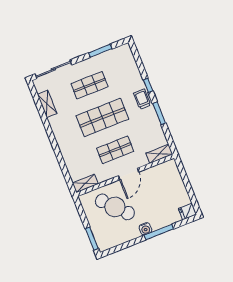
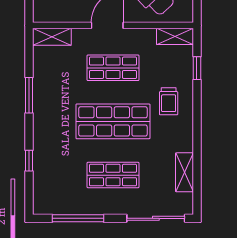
window: (100, 51) -> (78, 218), width x1.44
window: (148, 85) -> (29, 161), moved
trolley: (142, 99) -> (169, 101), moved
window: (64, 170) -> (197, 68), added

